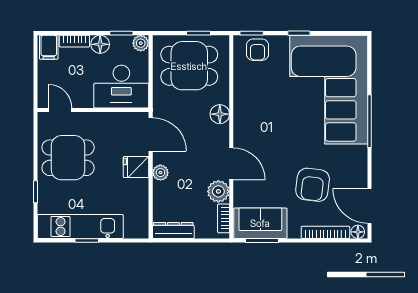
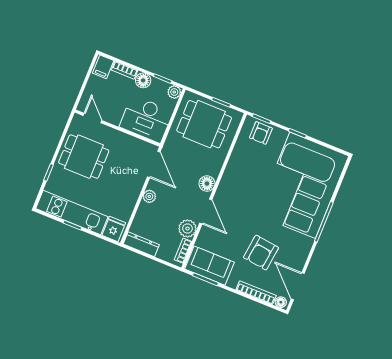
floor lamp: (220, 114) -> (207, 184), moved
fridge: (136, 167) -> (114, 229), moved, turned 90

